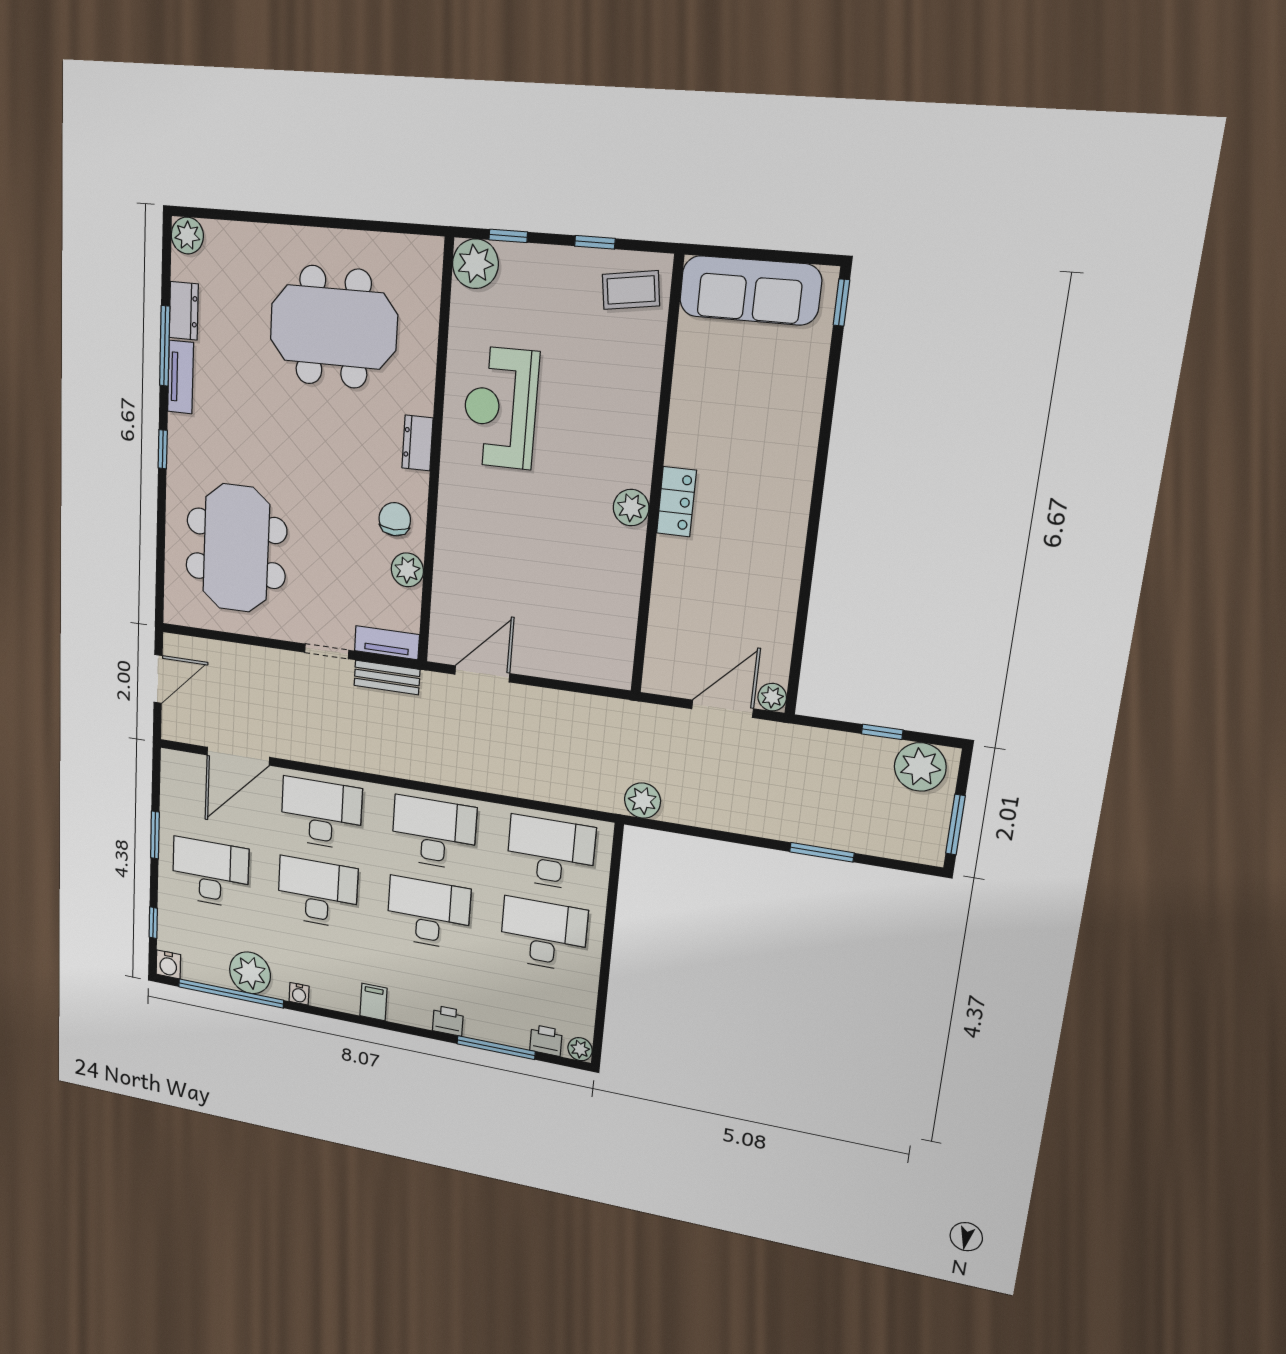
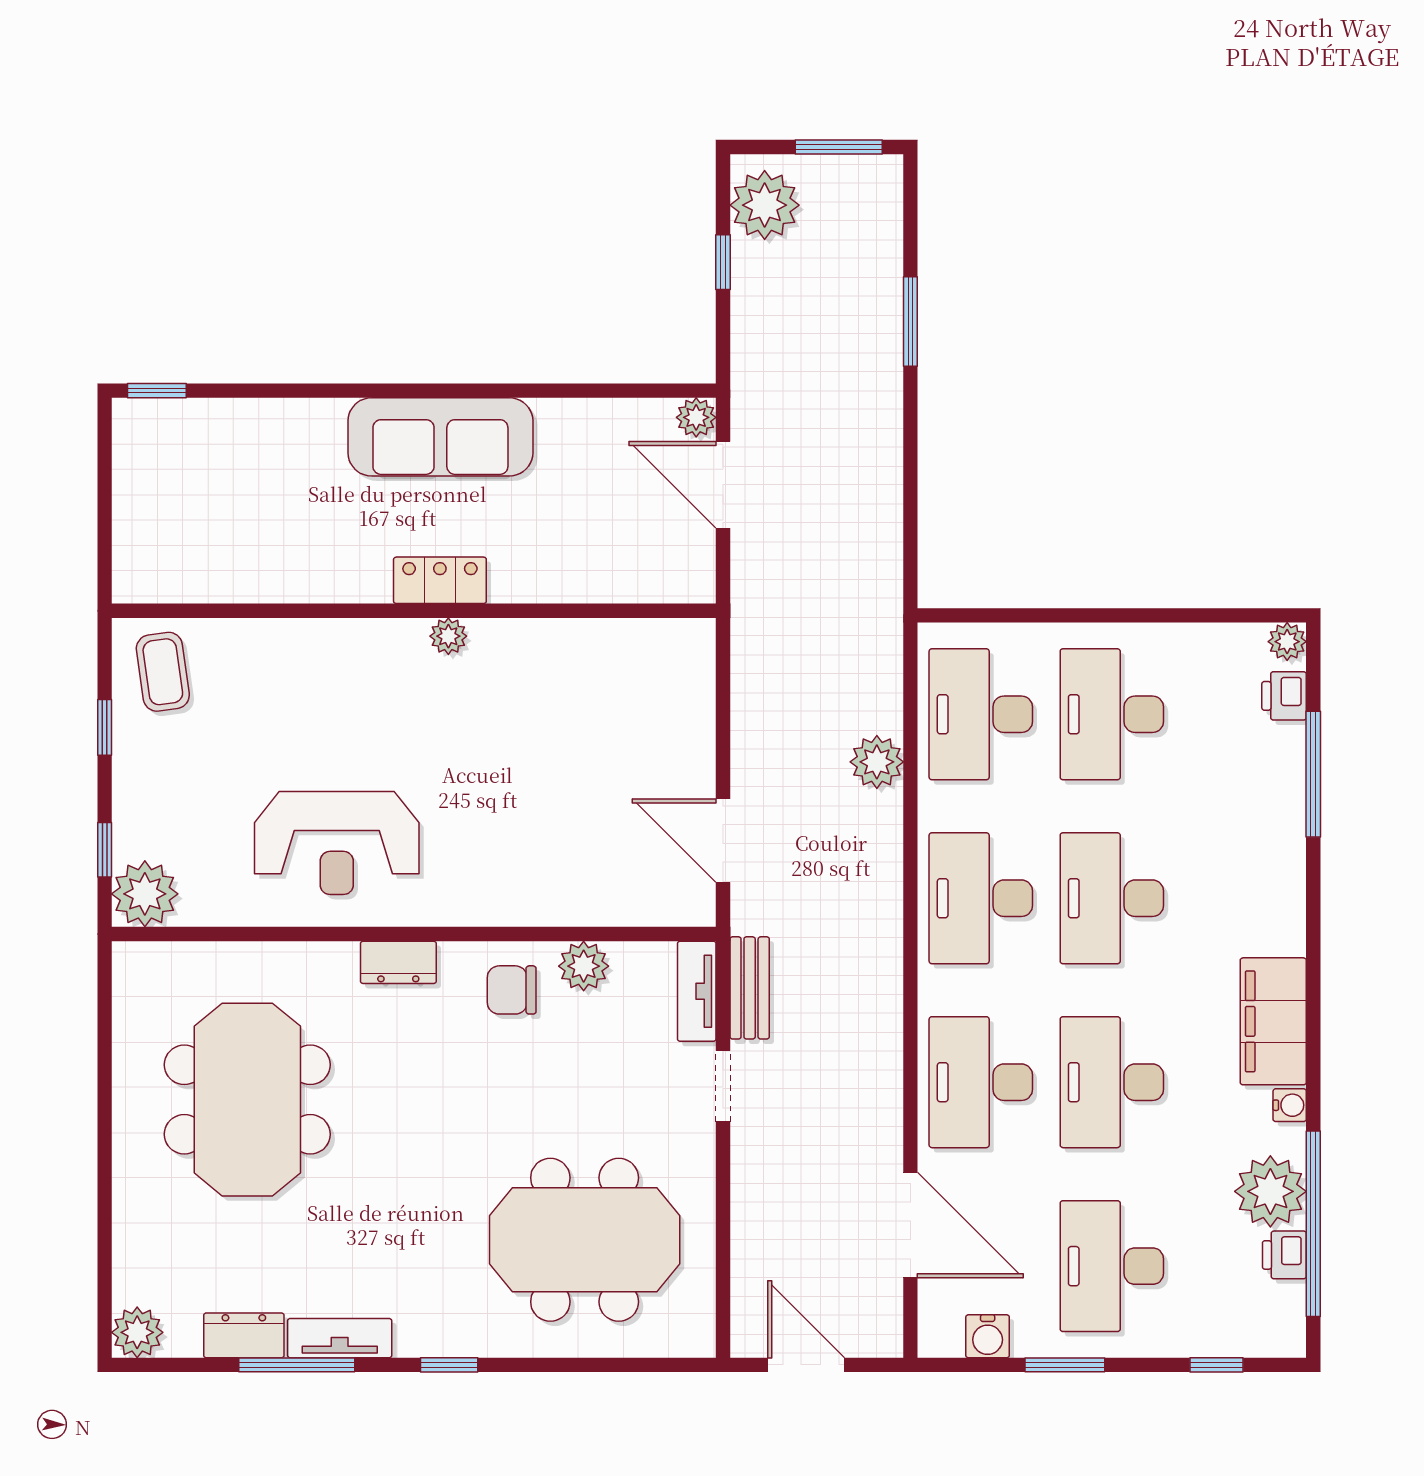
sofa: (750, 290) -> (440, 437), moved, turned 90
plant: (631, 508) -> (448, 636), width x0.73, depth x0.73
plant: (643, 801) -> (877, 762), moved
water cooler: (168, 964) -> (988, 1336), moved, turned 90
filing cabinet: (373, 1002) -> (1273, 1021), width x3.00, depth x1.17
printer: (448, 1021) -> (1284, 1255), moved

